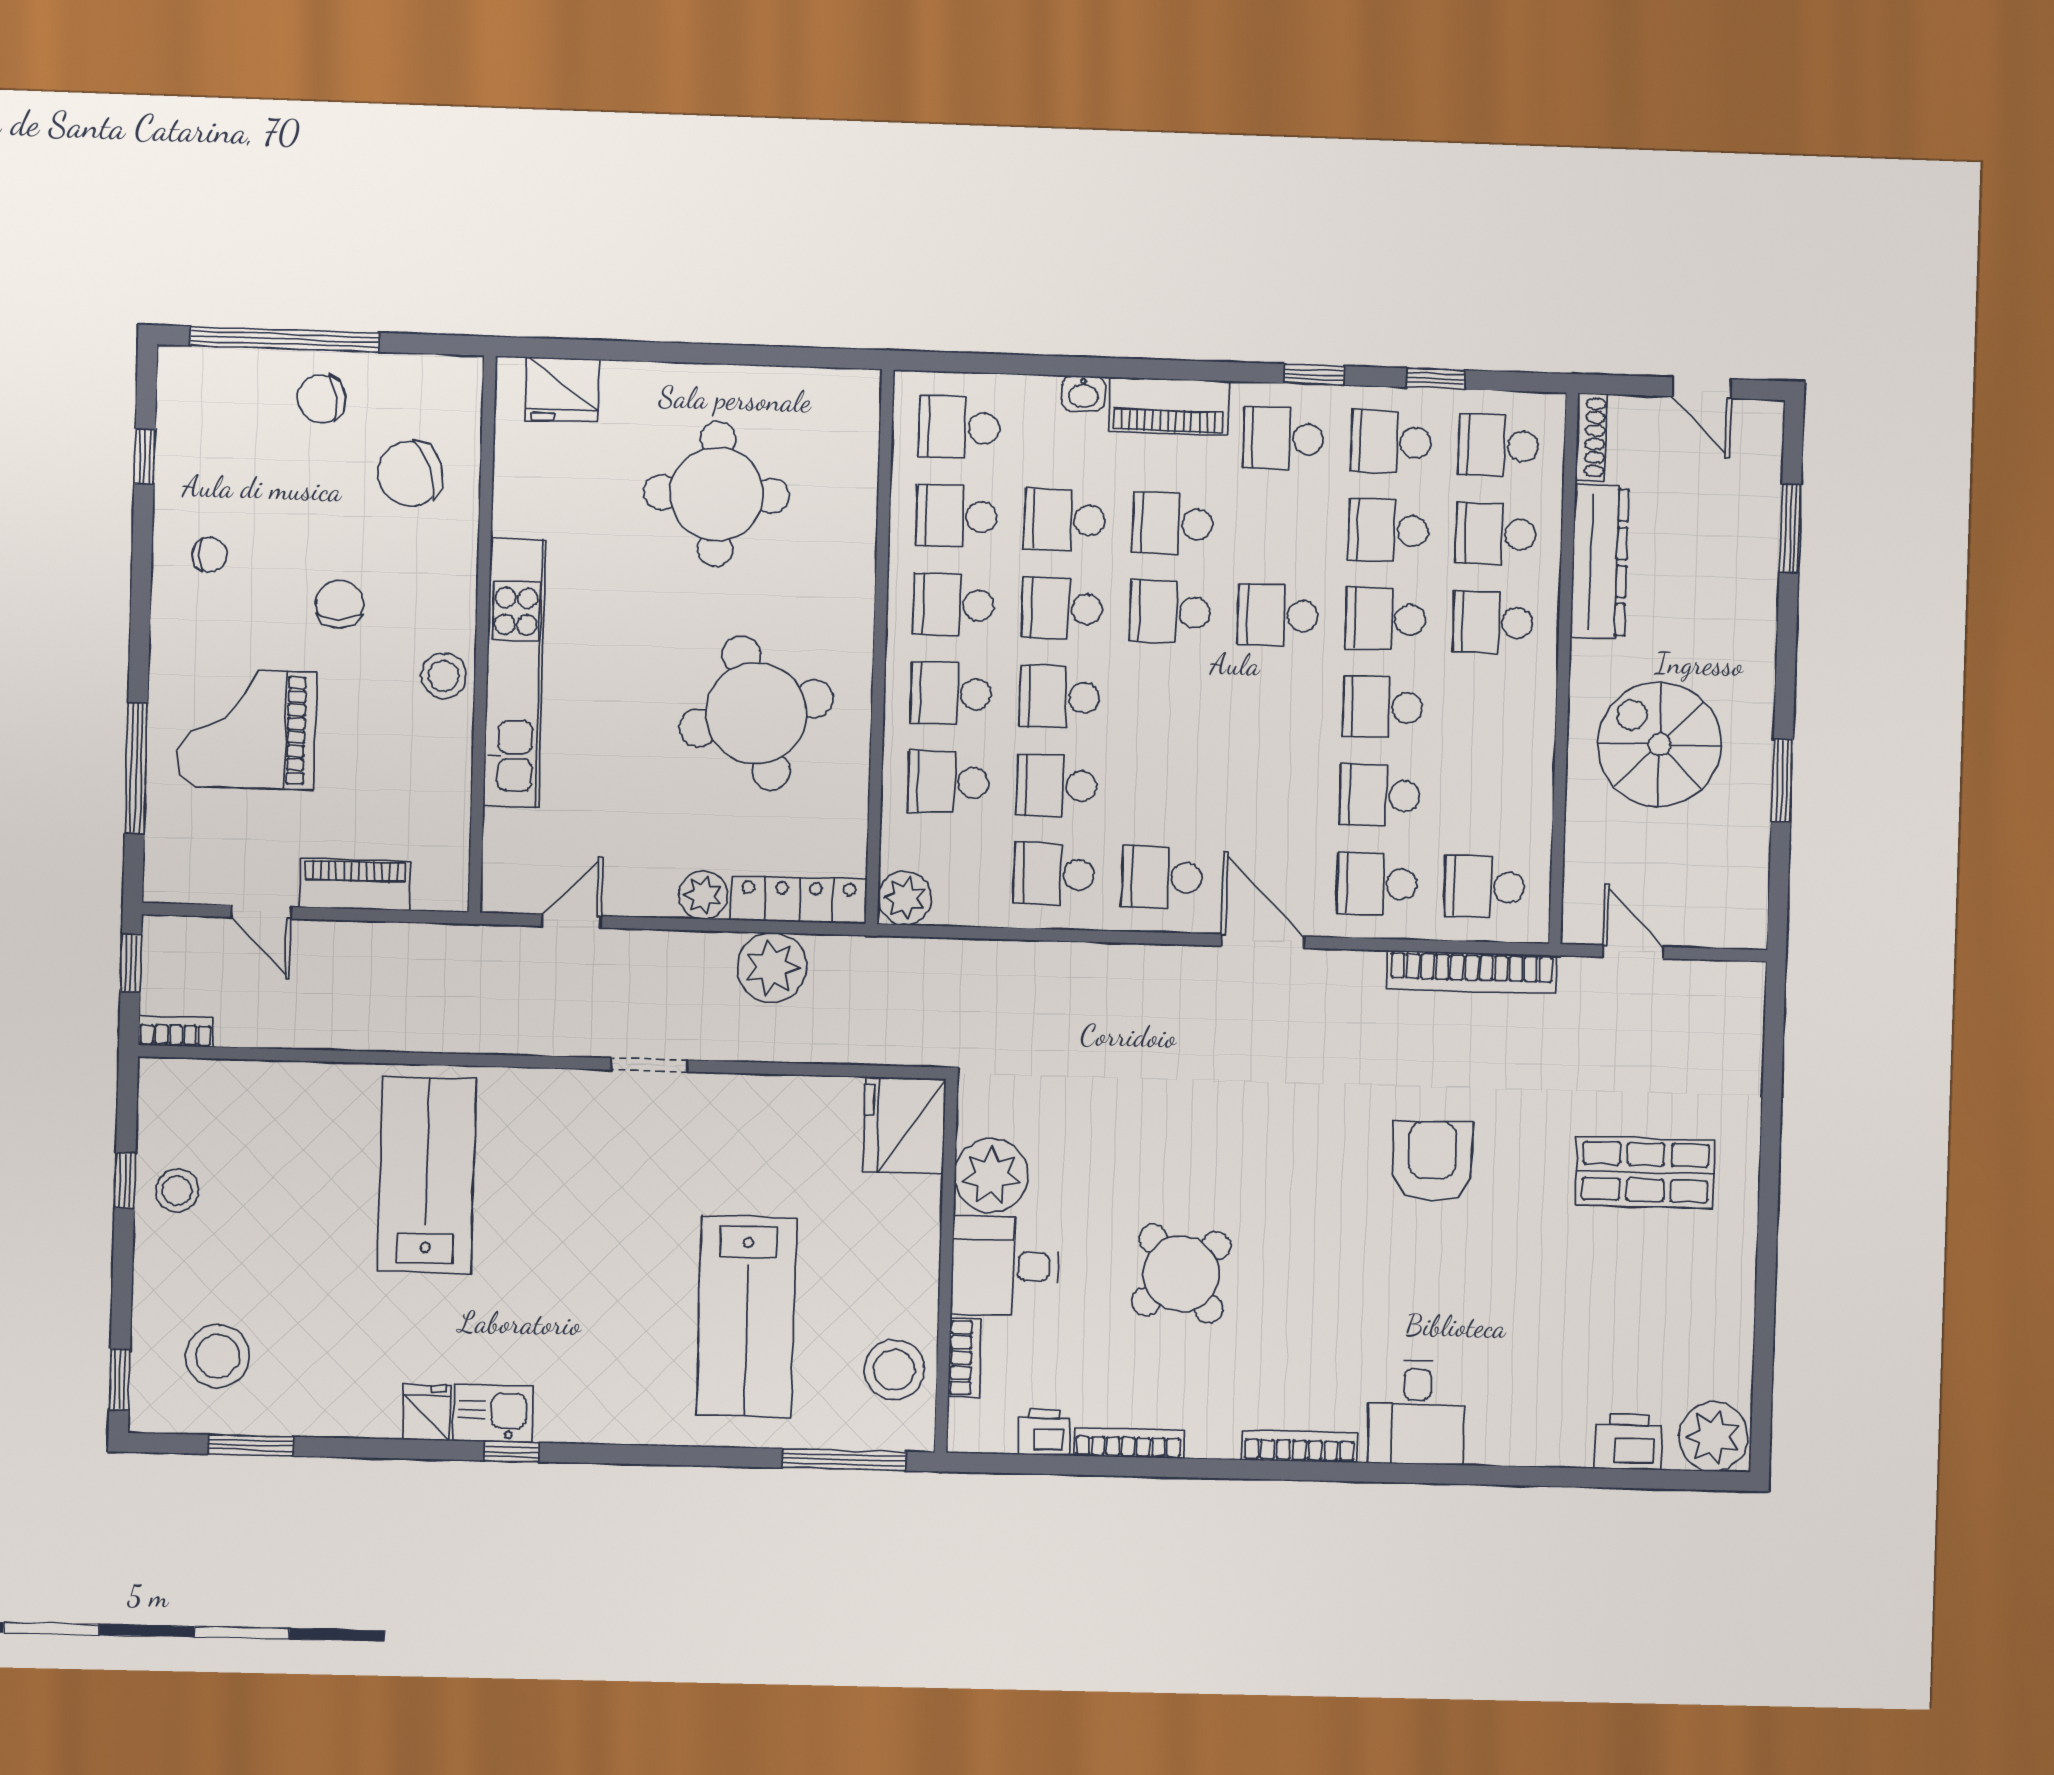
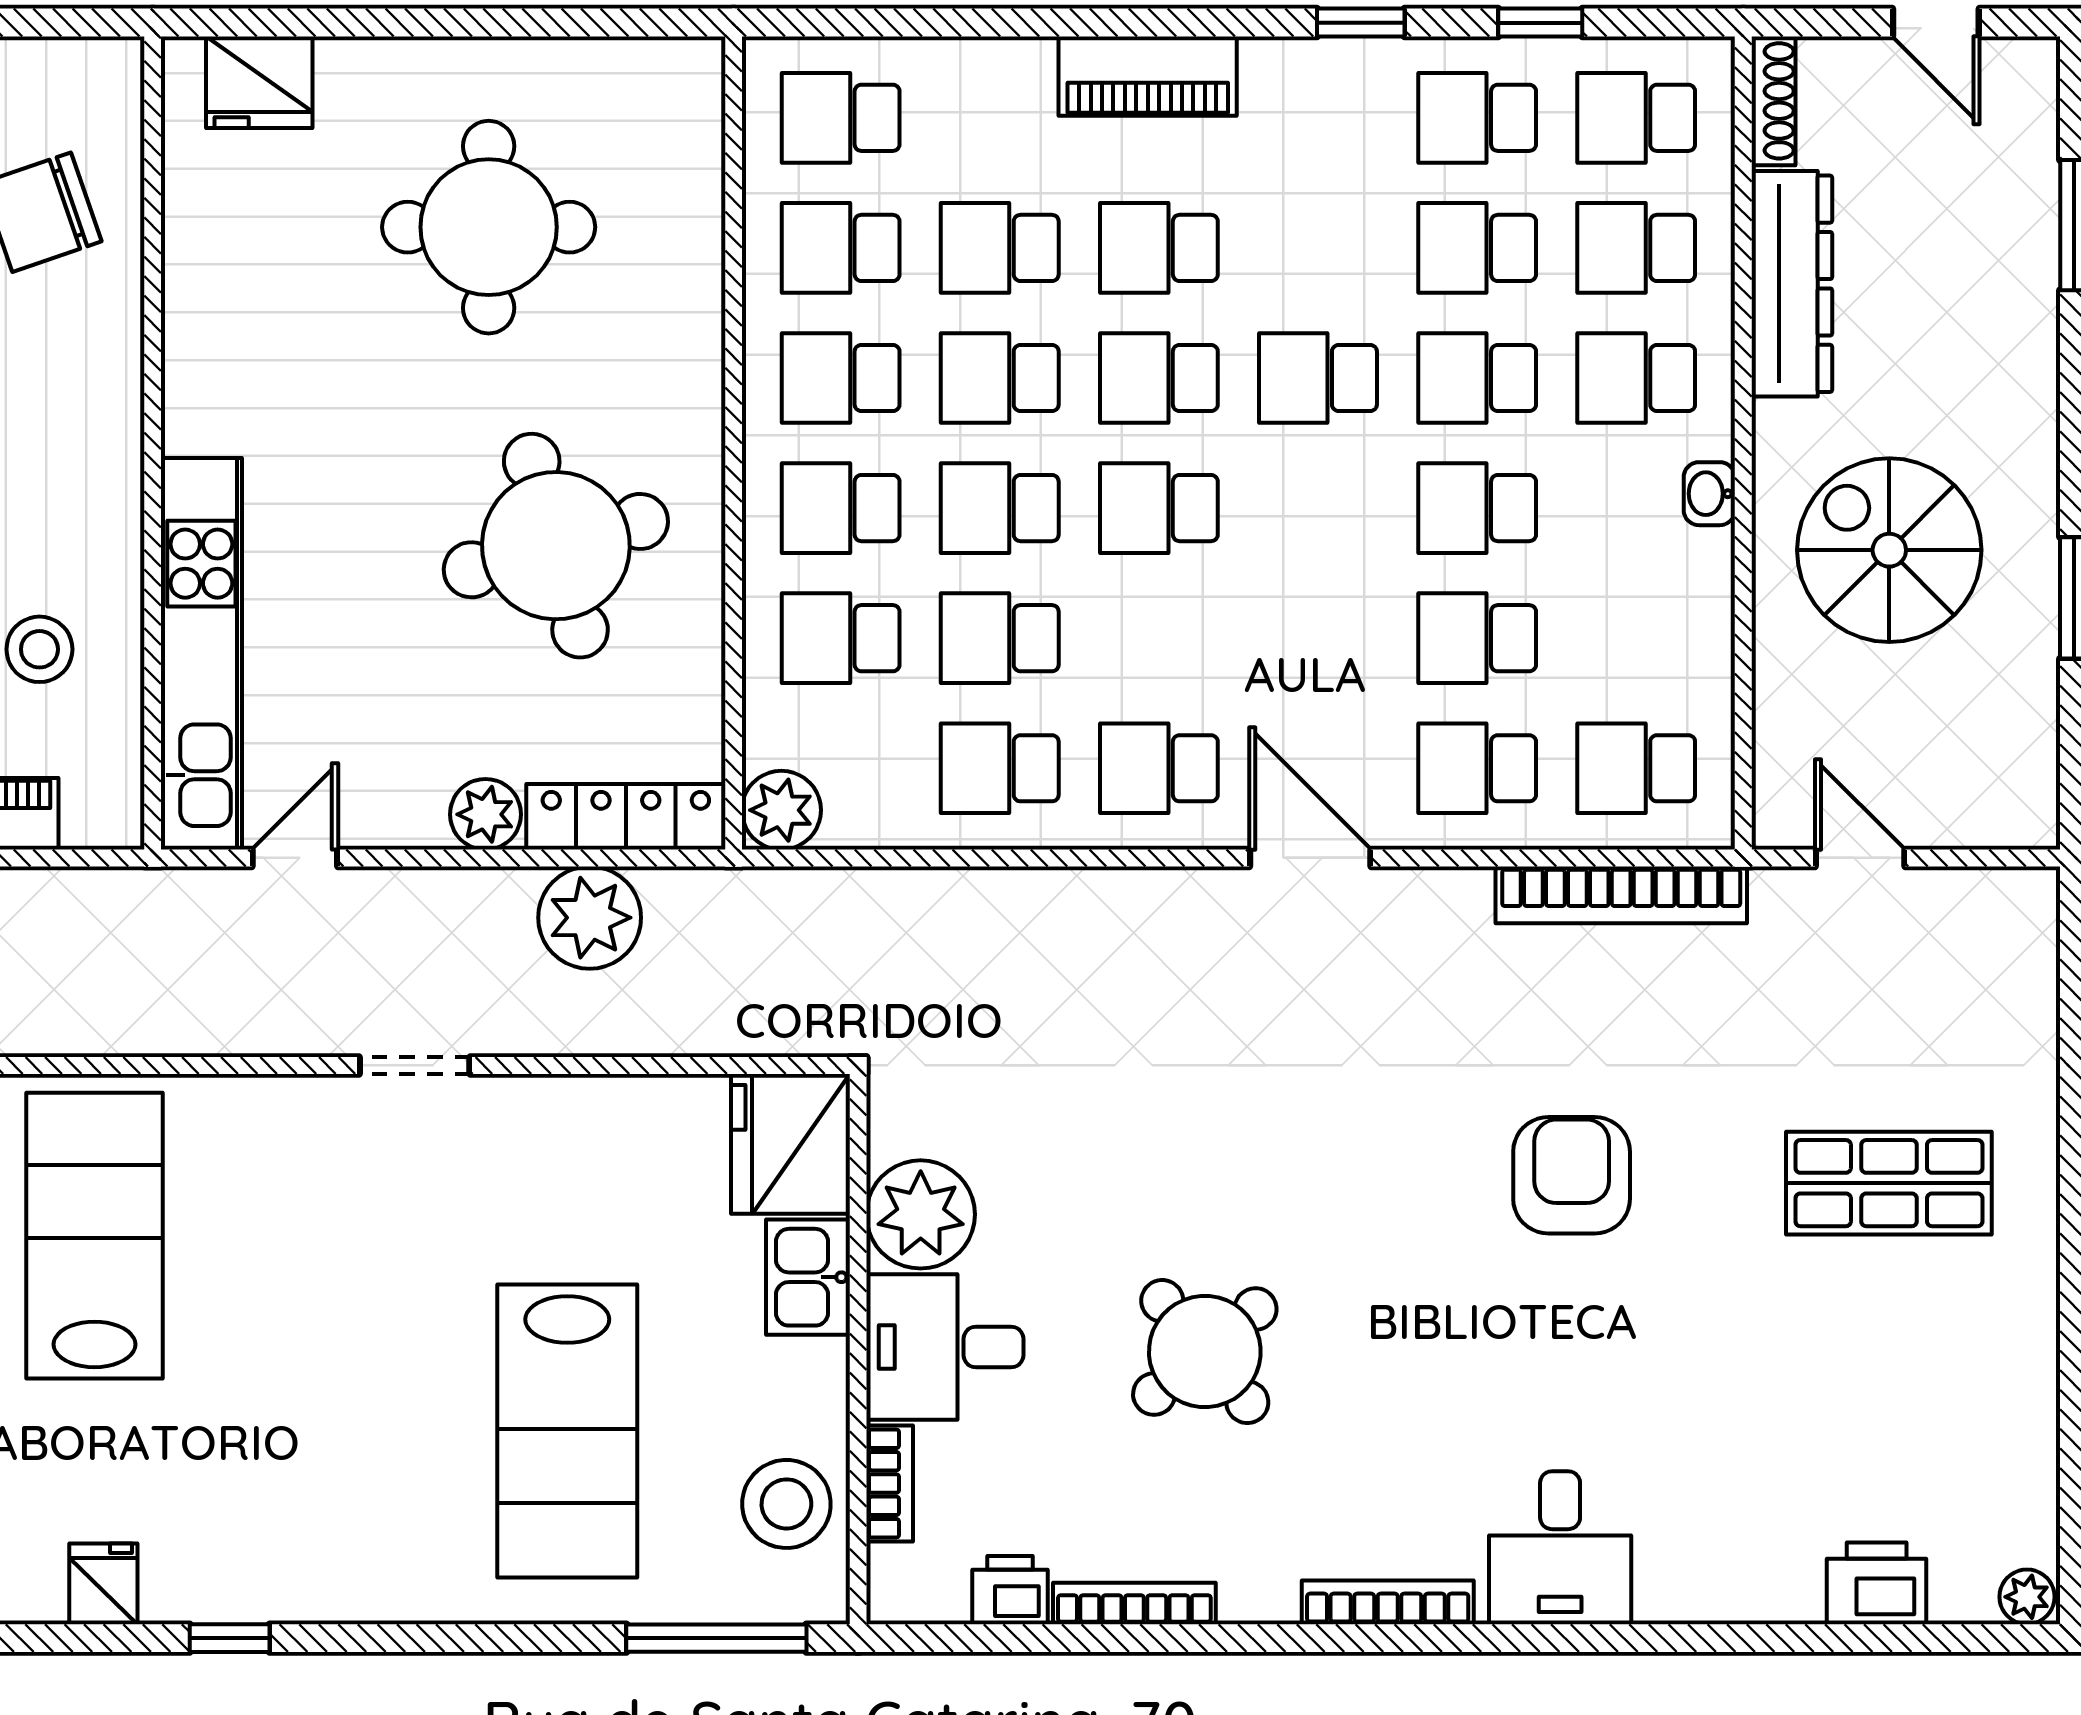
washbasin: (1083, 393) -> (1709, 494), moved, turned 90
school desk: (1283, 438) -> (1159, 508), moved
kitchen unit: (515, 673) -> (201, 654), moved
stool: (444, 676) -> (39, 649), moved
kitchen sink: (493, 1413) -> (808, 1277), moved, turned -90
plant: (1713, 1437) -> (2027, 1597), width x0.53, depth x0.53

